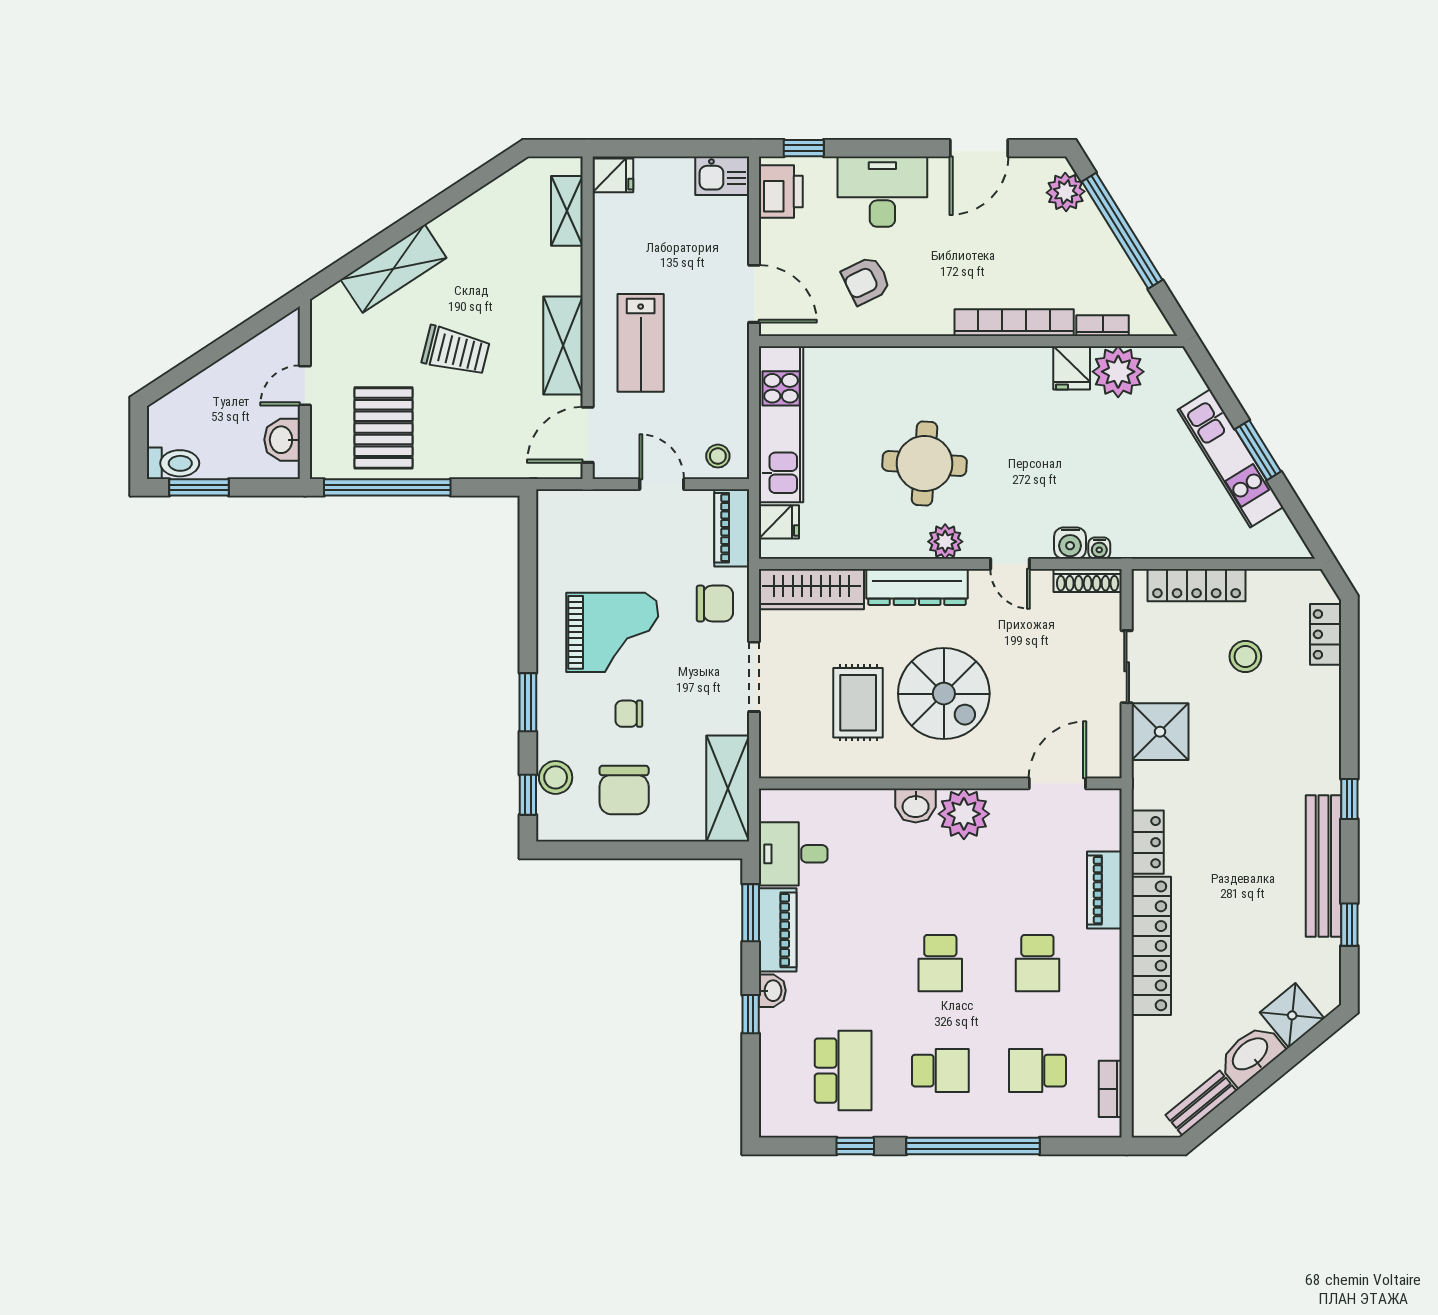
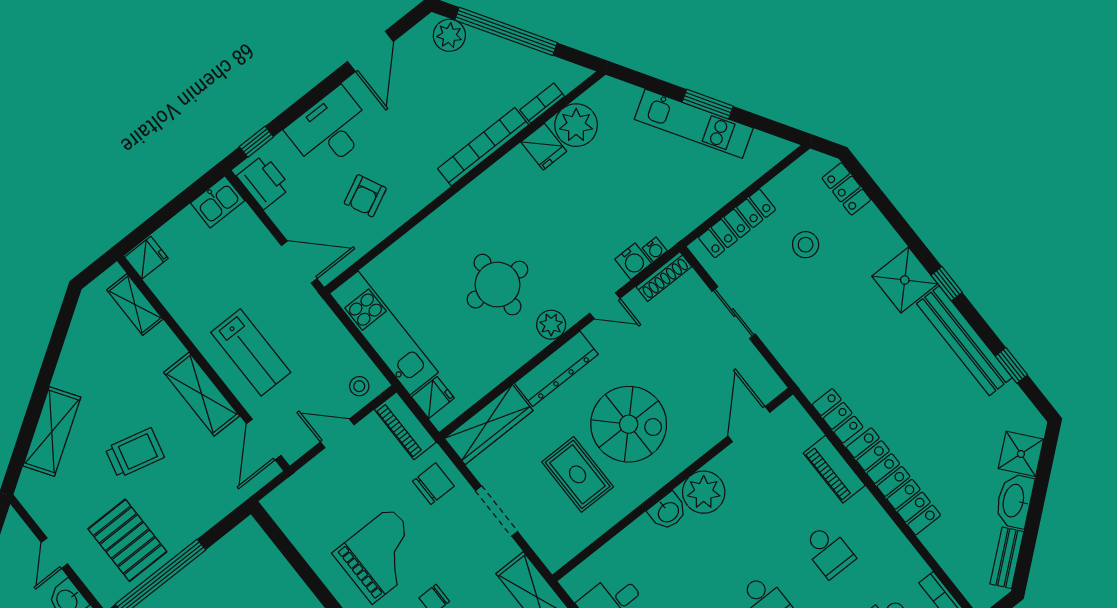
shower: (1160, 732) -> (905, 280), moved

